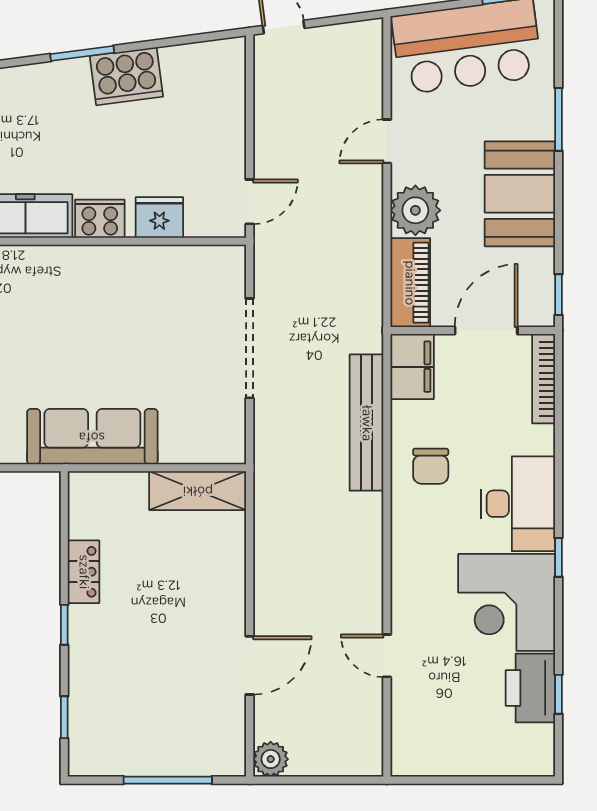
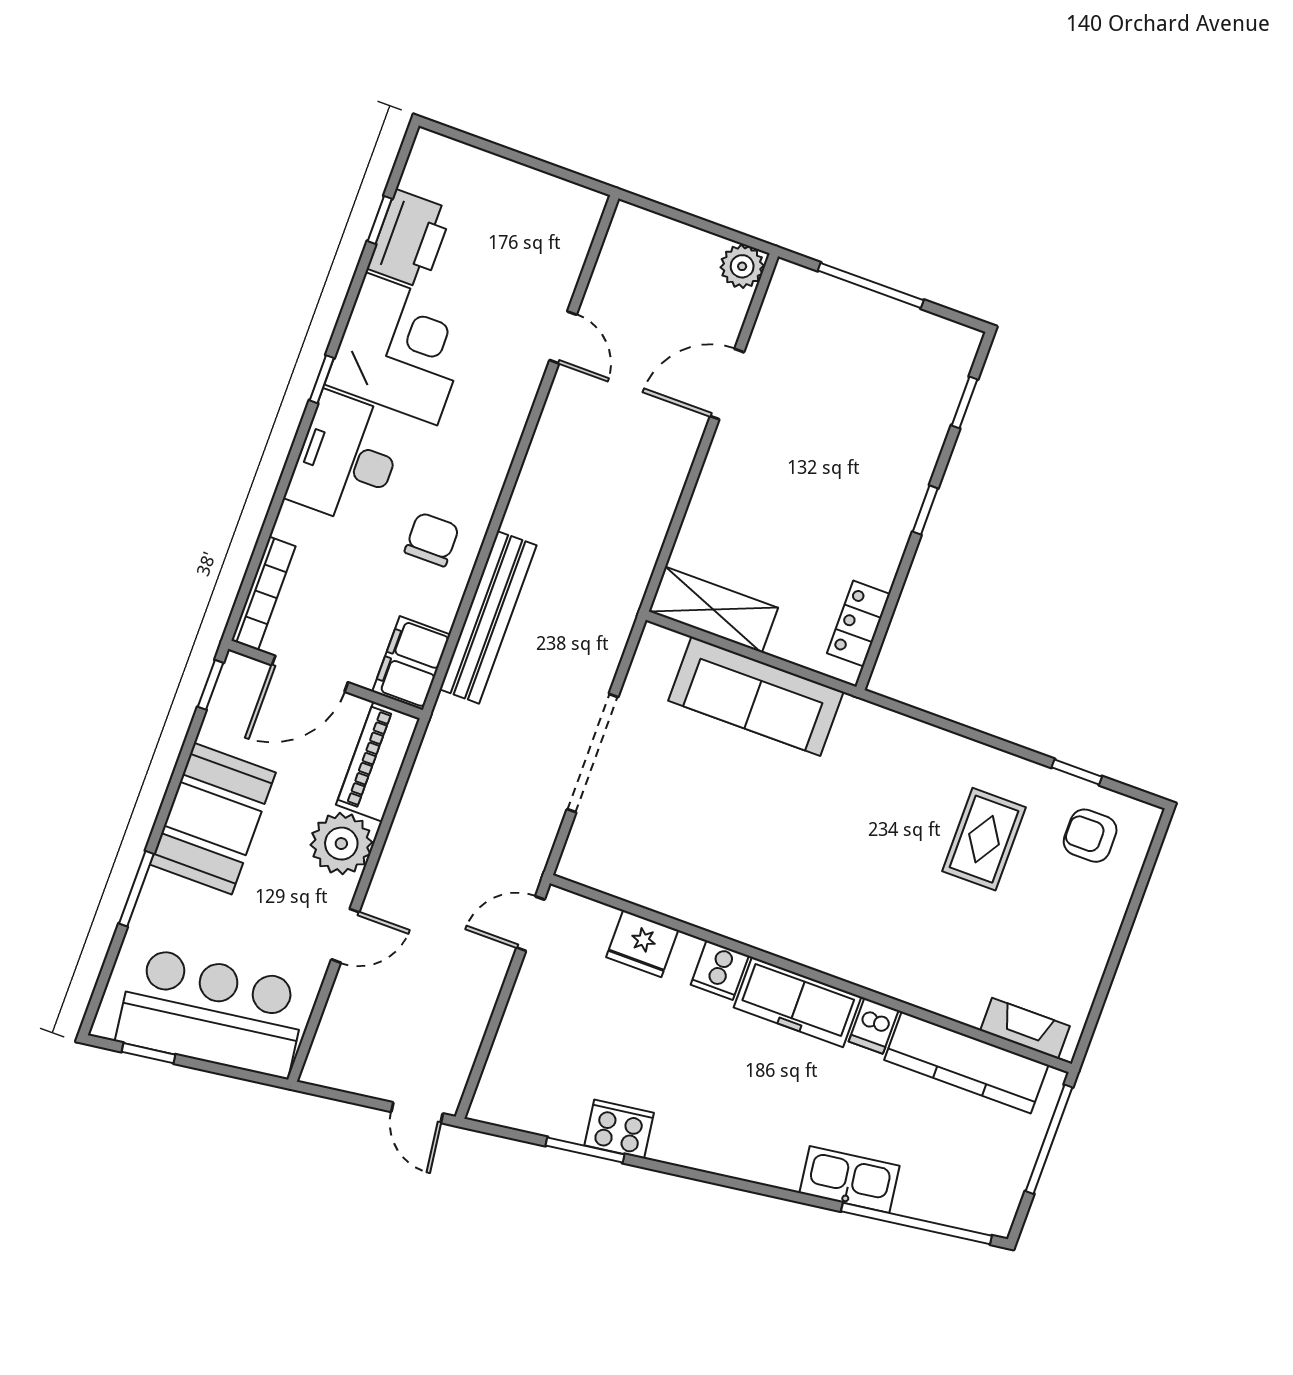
window: (82, 53) -> (585, 1150), moved
cooker: (126, 76) -> (619, 1129), width x0.73, depth x0.76
cooker: (100, 219) -> (720, 970), width x0.73
sofa: (92, 437) -> (756, 696), moved
locker: (84, 572) -> (859, 624), moved

